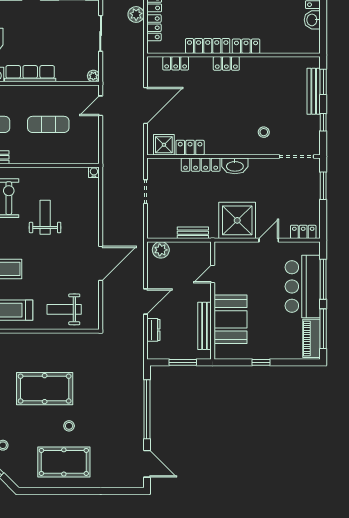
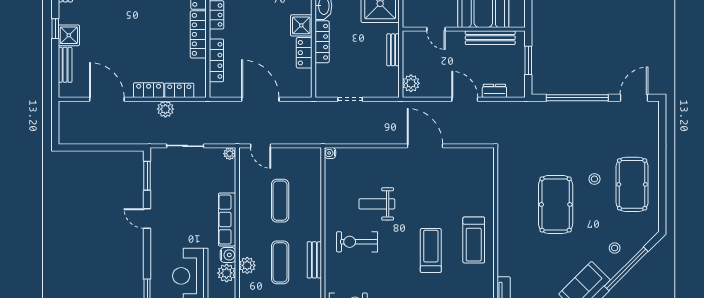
locker: (176, 63) -> (216, 60), width x1.53
shower: (164, 145) -> (301, 25), moved
weight bench: (64, 309) -> (473, 184), removed

